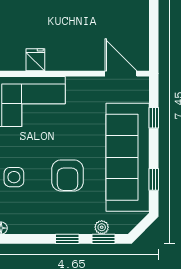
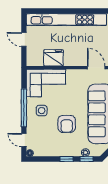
fridge: (35, 60) -> (53, 58), width x1.88, depth x1.34
side table: (14, 177) -> (42, 111), moved

